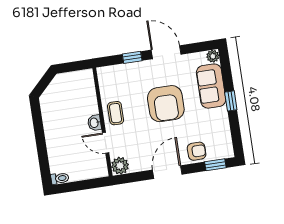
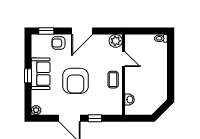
sofa: (211, 86) -> (41, 74), moved
armchair: (166, 104) -> (76, 81), turned 180
washbasin: (94, 123) -> (130, 100), moved

